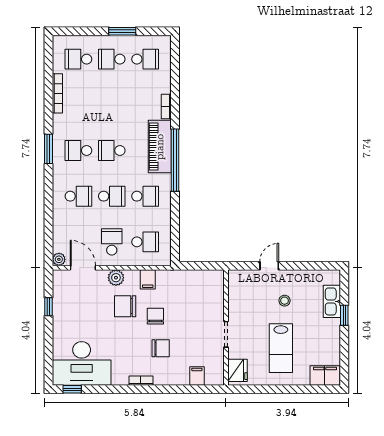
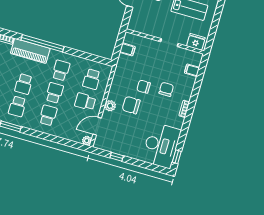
school desk: (145, 242) -> (92, 79), turned 180
filing cabinet: (148, 279) -> (127, 49), moved
chair: (125, 306) -> (131, 105), turned 90

